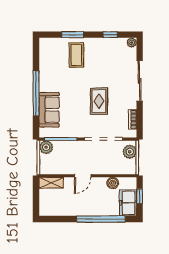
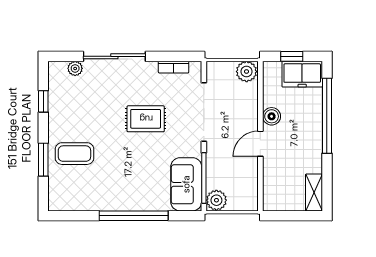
plant: (132, 43) -> (75, 68), moved
sofa: (49, 110) -> (186, 184), moved, turned -90
plant: (130, 152) -> (247, 72), moved
door: (83, 176) -> (260, 144), swing flipped
shelving: (51, 183) -> (314, 192), moved
boiler: (113, 183) -> (272, 116), moved

